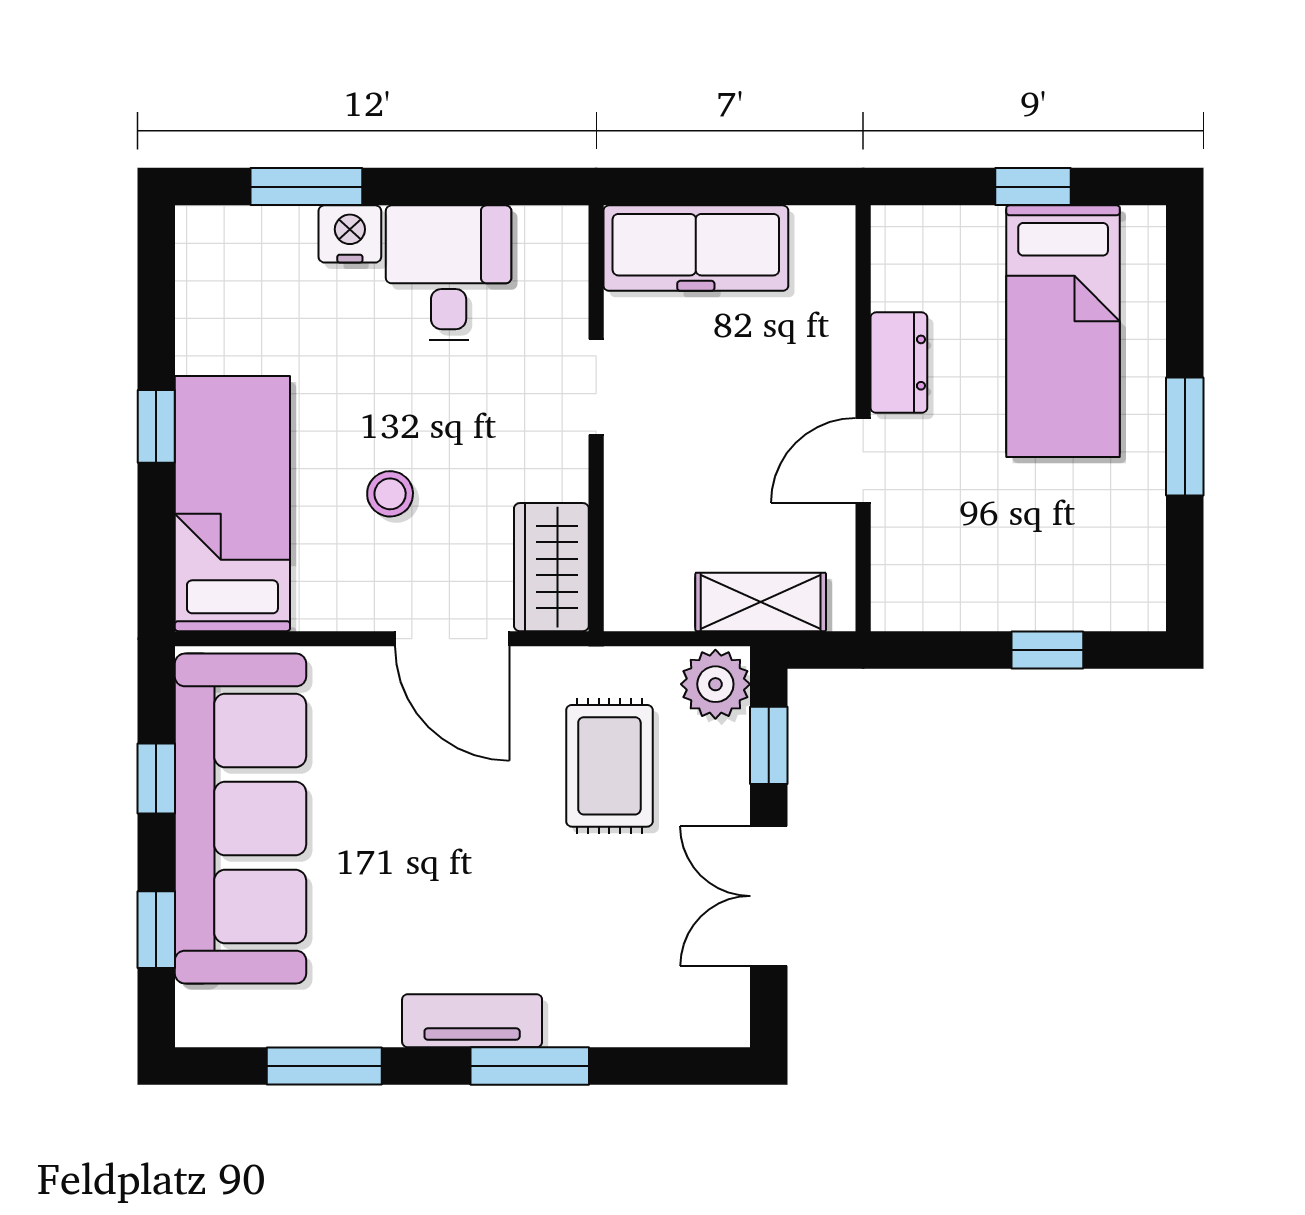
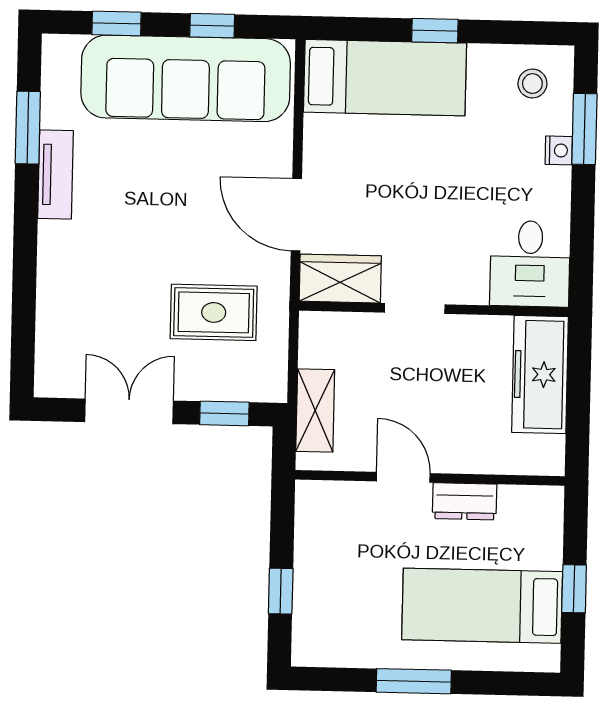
nightstand: (350, 234) -> (559, 150), width x0.72, depth x0.74
desk: (449, 273) -> (530, 264), moved, turned 90
doorway: (596, 387) -> (415, 309), moved
stool: (390, 494) -> (532, 84), moved
door: (452, 639) -> (296, 215), hinge flipped
plant: (715, 684) -> (264, 381), removed
tv unit: (472, 1021) -> (55, 175), moved
window: (530, 1066) -> (25, 258), removed

